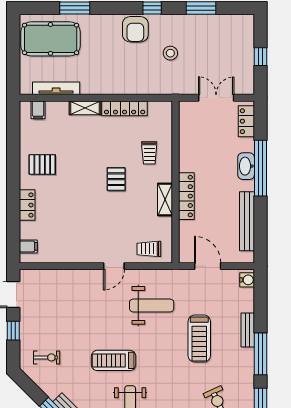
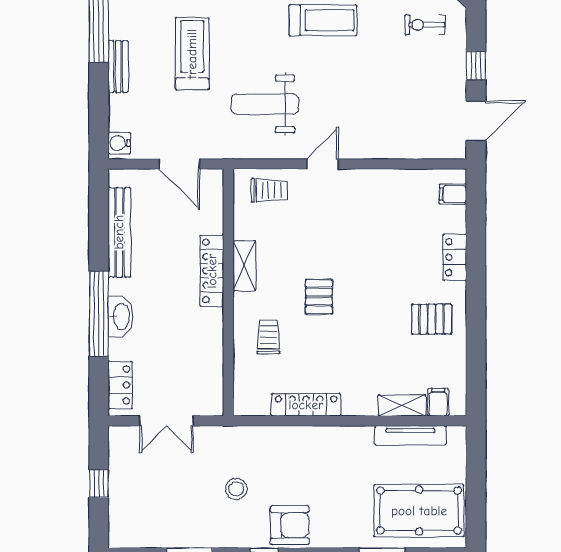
armchair: (135, 29) -> (290, 525), turned 90
shelving: (85, 108) -> (402, 405), moved

